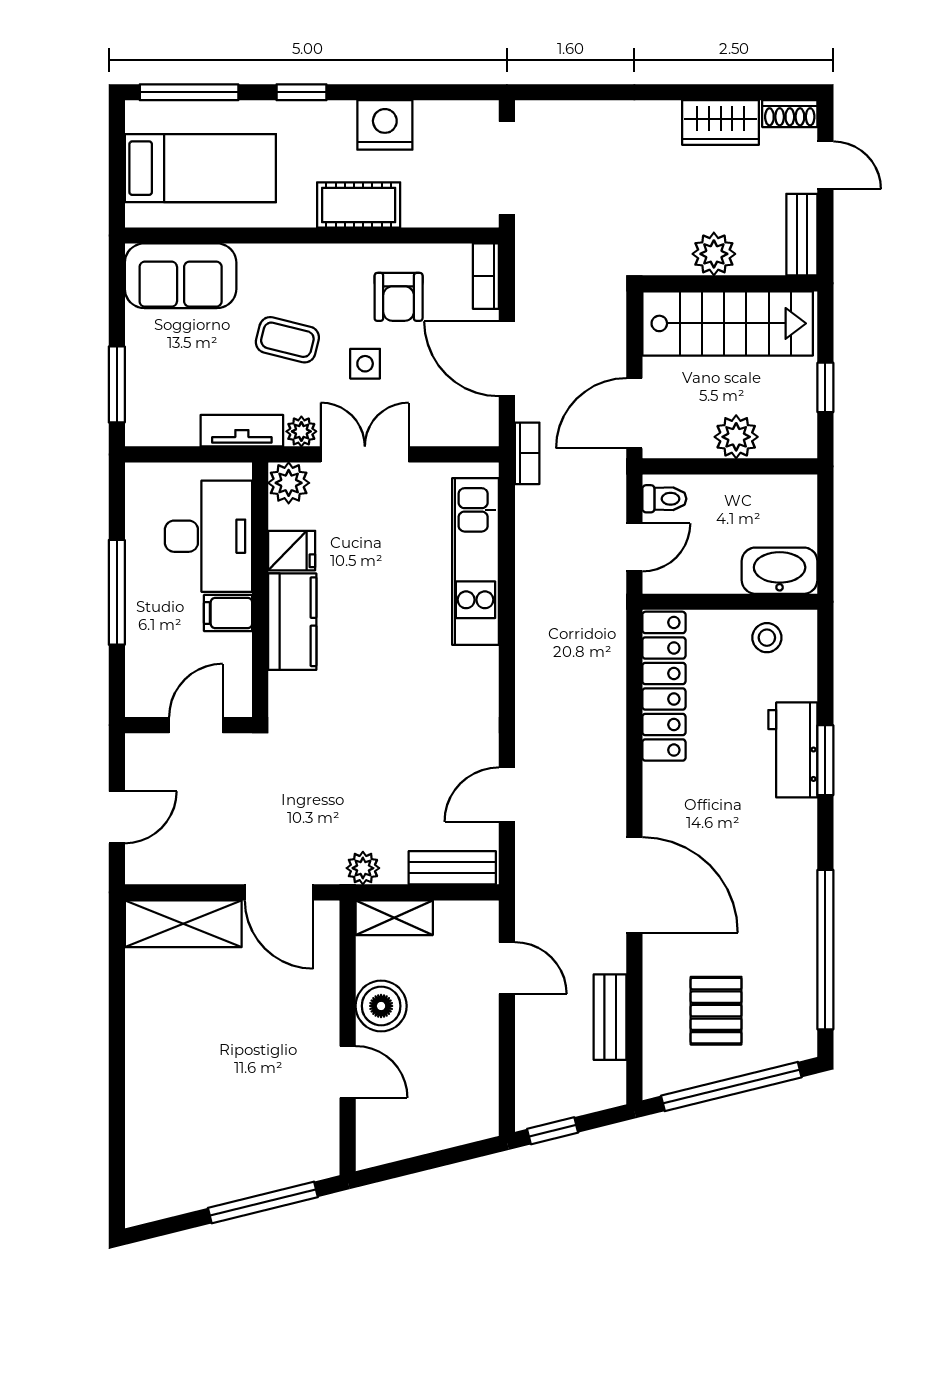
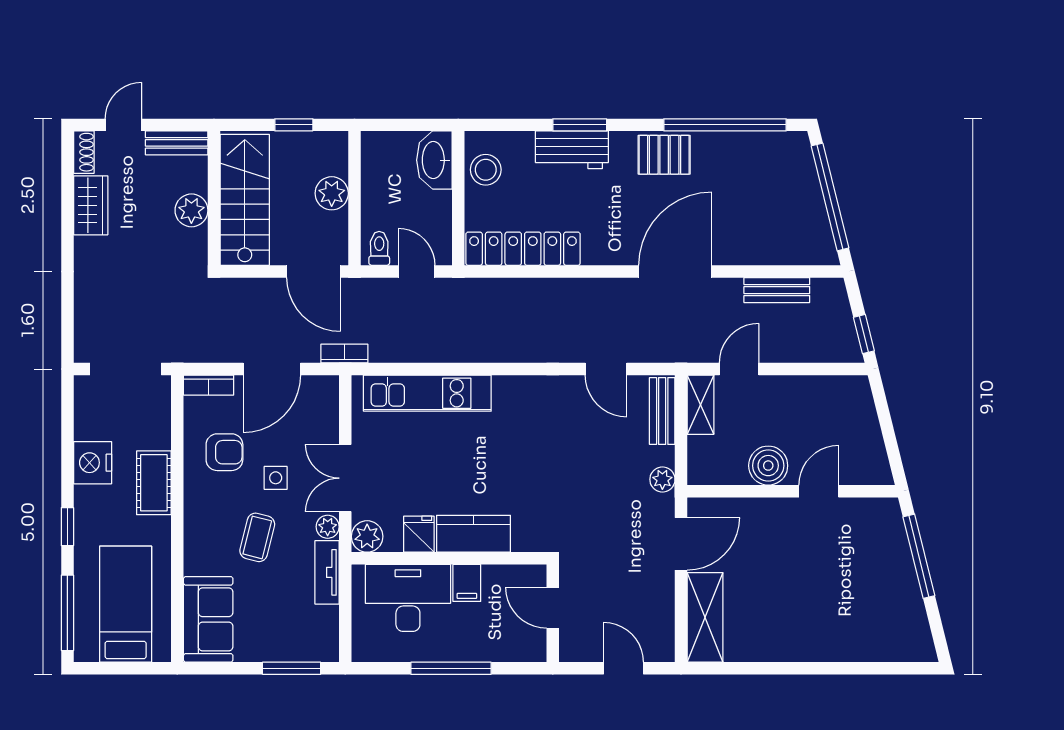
stool: (767, 638) -> (486, 170), width x1.37, depth x1.37
shelving: (394, 918) -> (700, 405), moved
pallet: (716, 1011) -> (664, 155), moved

